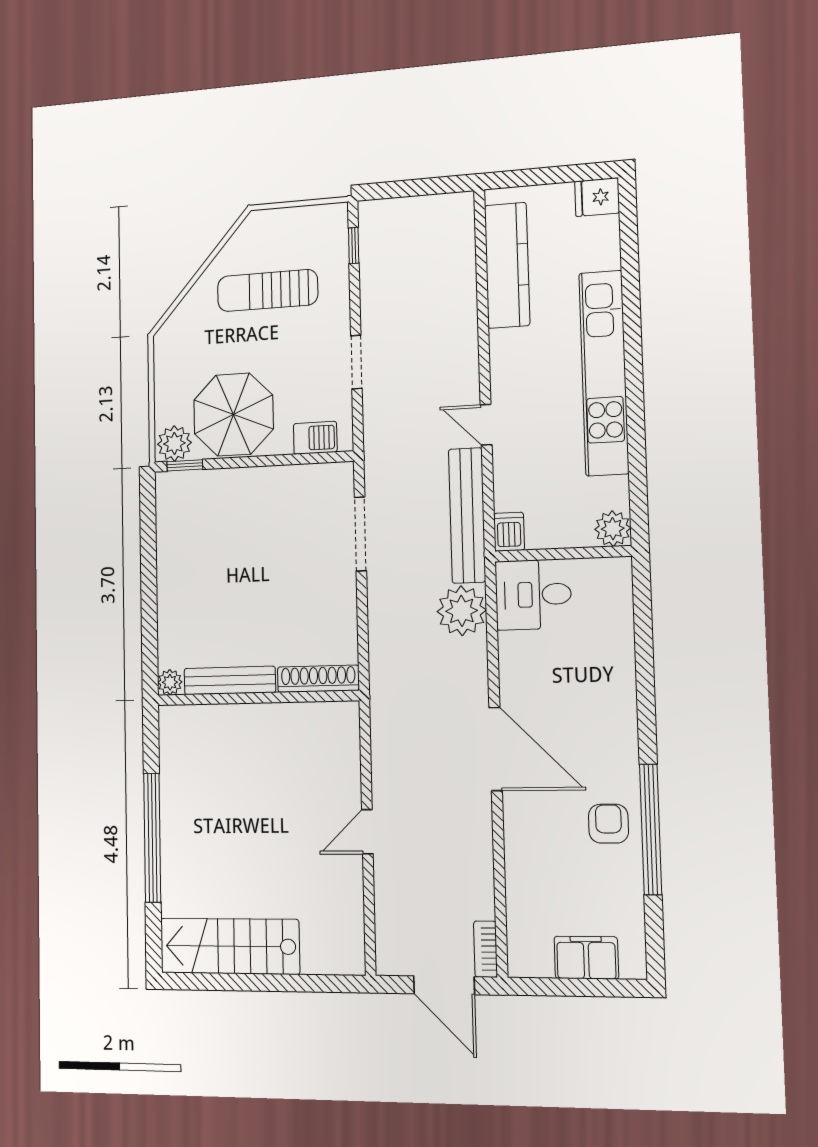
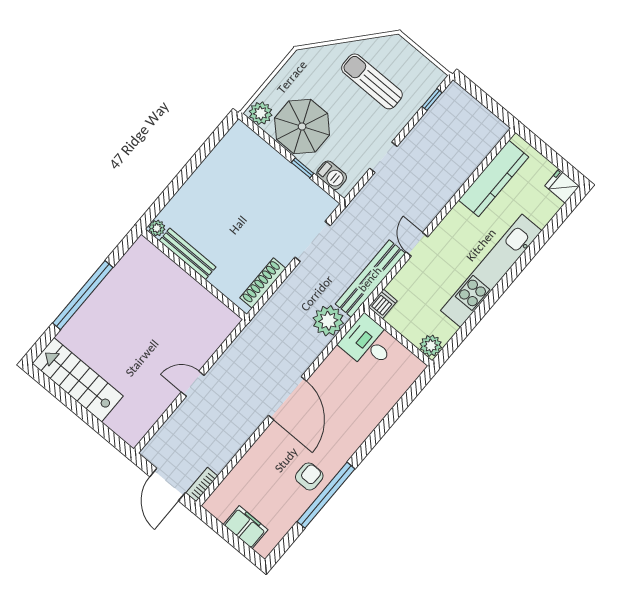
window: (185, 465) -> (303, 168), moved
shoe rack: (318, 679) -> (263, 283), moved, turned -90

